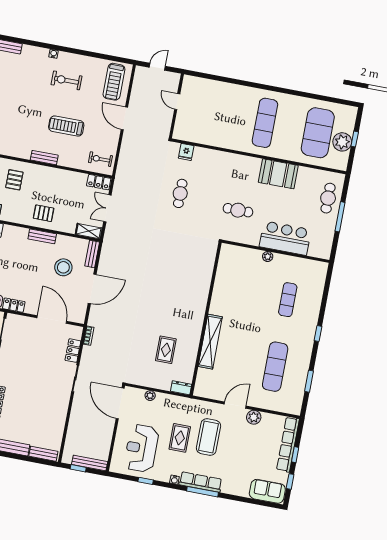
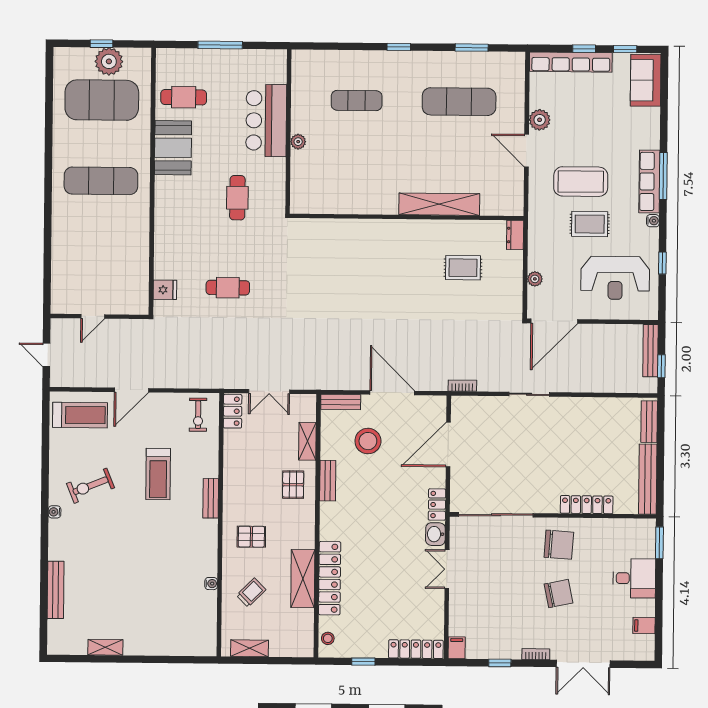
exercise bike: (67, 80) -> (90, 486), turned 68
cafe table: (328, 198) -> (184, 97), moved
shelving: (89, 231) -> (307, 441), moved
locker: (73, 351) -> (489, 405), removed

